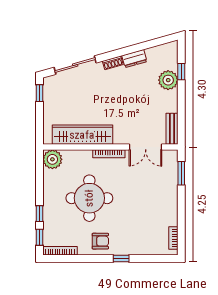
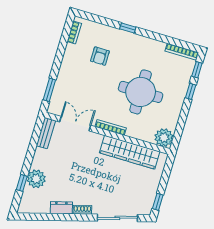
armchair: (100, 241) -> (100, 56), moved, turned -90

